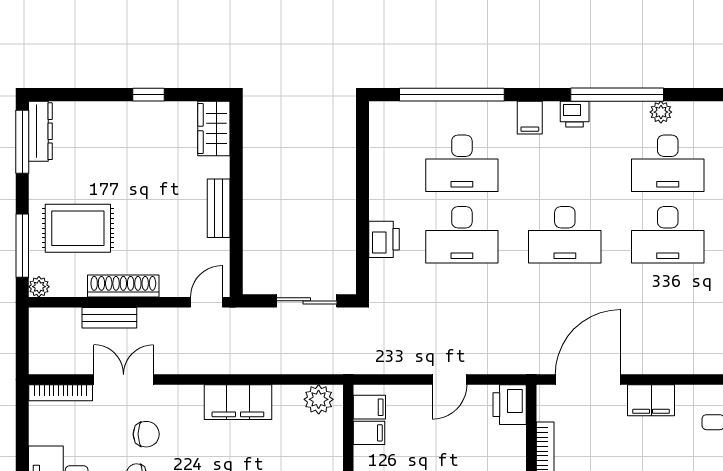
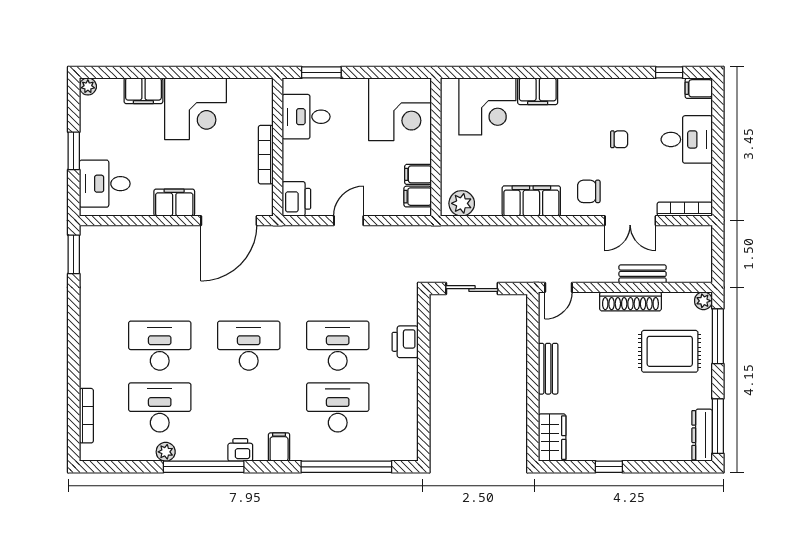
chair: (146, 434) -> (589, 191), moved

